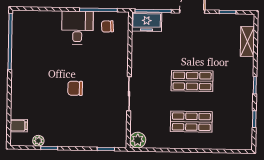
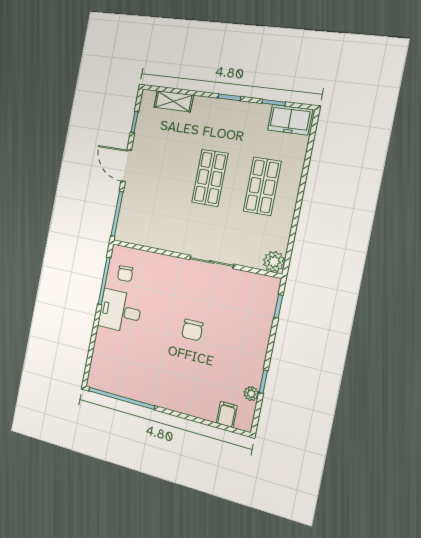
freezer: (147, 22) -> (290, 120), moved, turned 90

